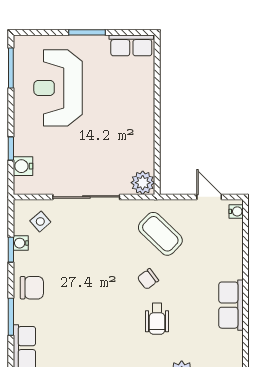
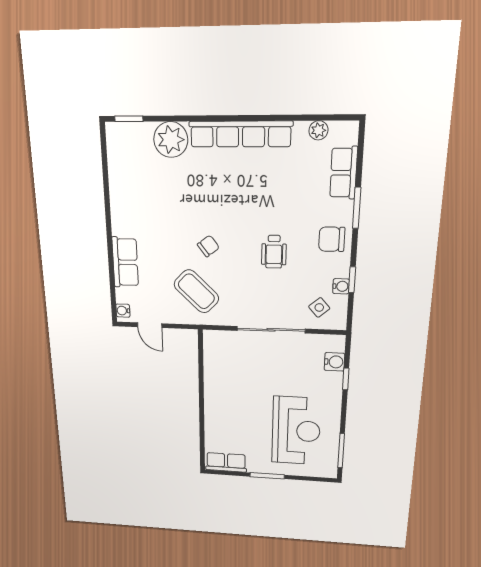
plant: (143, 183) -> (215, 341), removed
row of seats: (231, 305) -> (125, 262), moved
wheelchair: (157, 319) -> (274, 252), moved, turned 180

